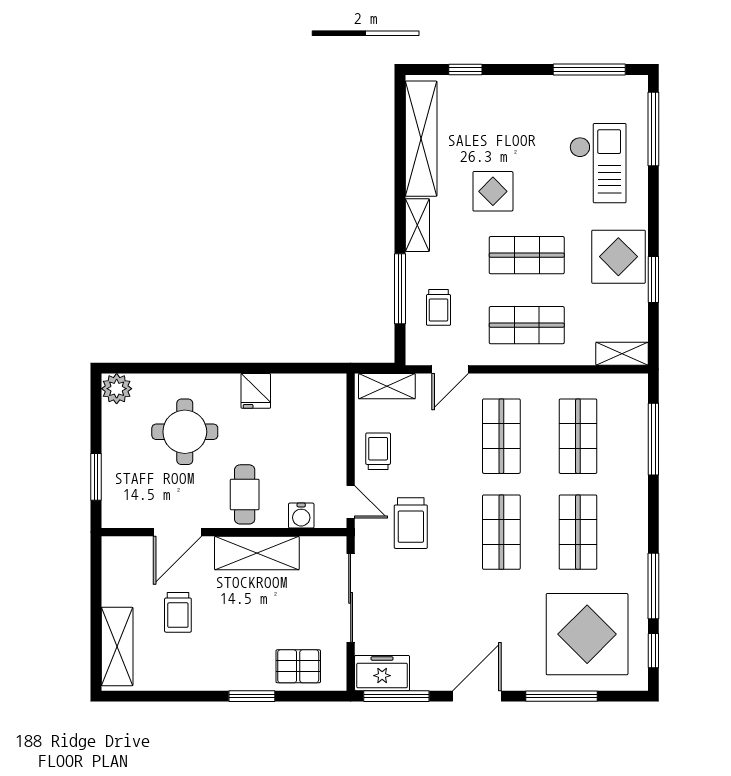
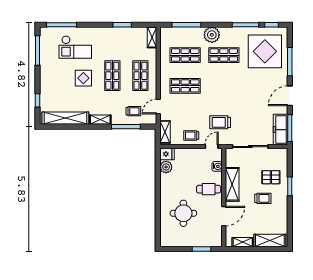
checkout: (598, 163) -> (75, 47), turned 180
display table: (493, 191) -> (83, 78), moved
display table: (618, 257) -> (113, 39), removed
door: (450, 369) -> (158, 106), swing flipped
plant: (117, 389) -> (166, 167), moved
fridge: (256, 391) -> (167, 154), moved
plant: (628, 502) -> (212, 35), added
trolley: (411, 523) -> (220, 122), turned 180
door: (178, 532) -> (224, 216), hinge flipped
shop shelf: (501, 532) -> (224, 86), removed
shelving: (113, 579) -> (243, 242), added
trolley: (178, 612) -> (263, 198), moved
pallet: (298, 666) -> (271, 177), moved, turned 90
freezer: (382, 673) -> (281, 130), width x1.40
door: (477, 696) -> (290, 96), hinge flipped

